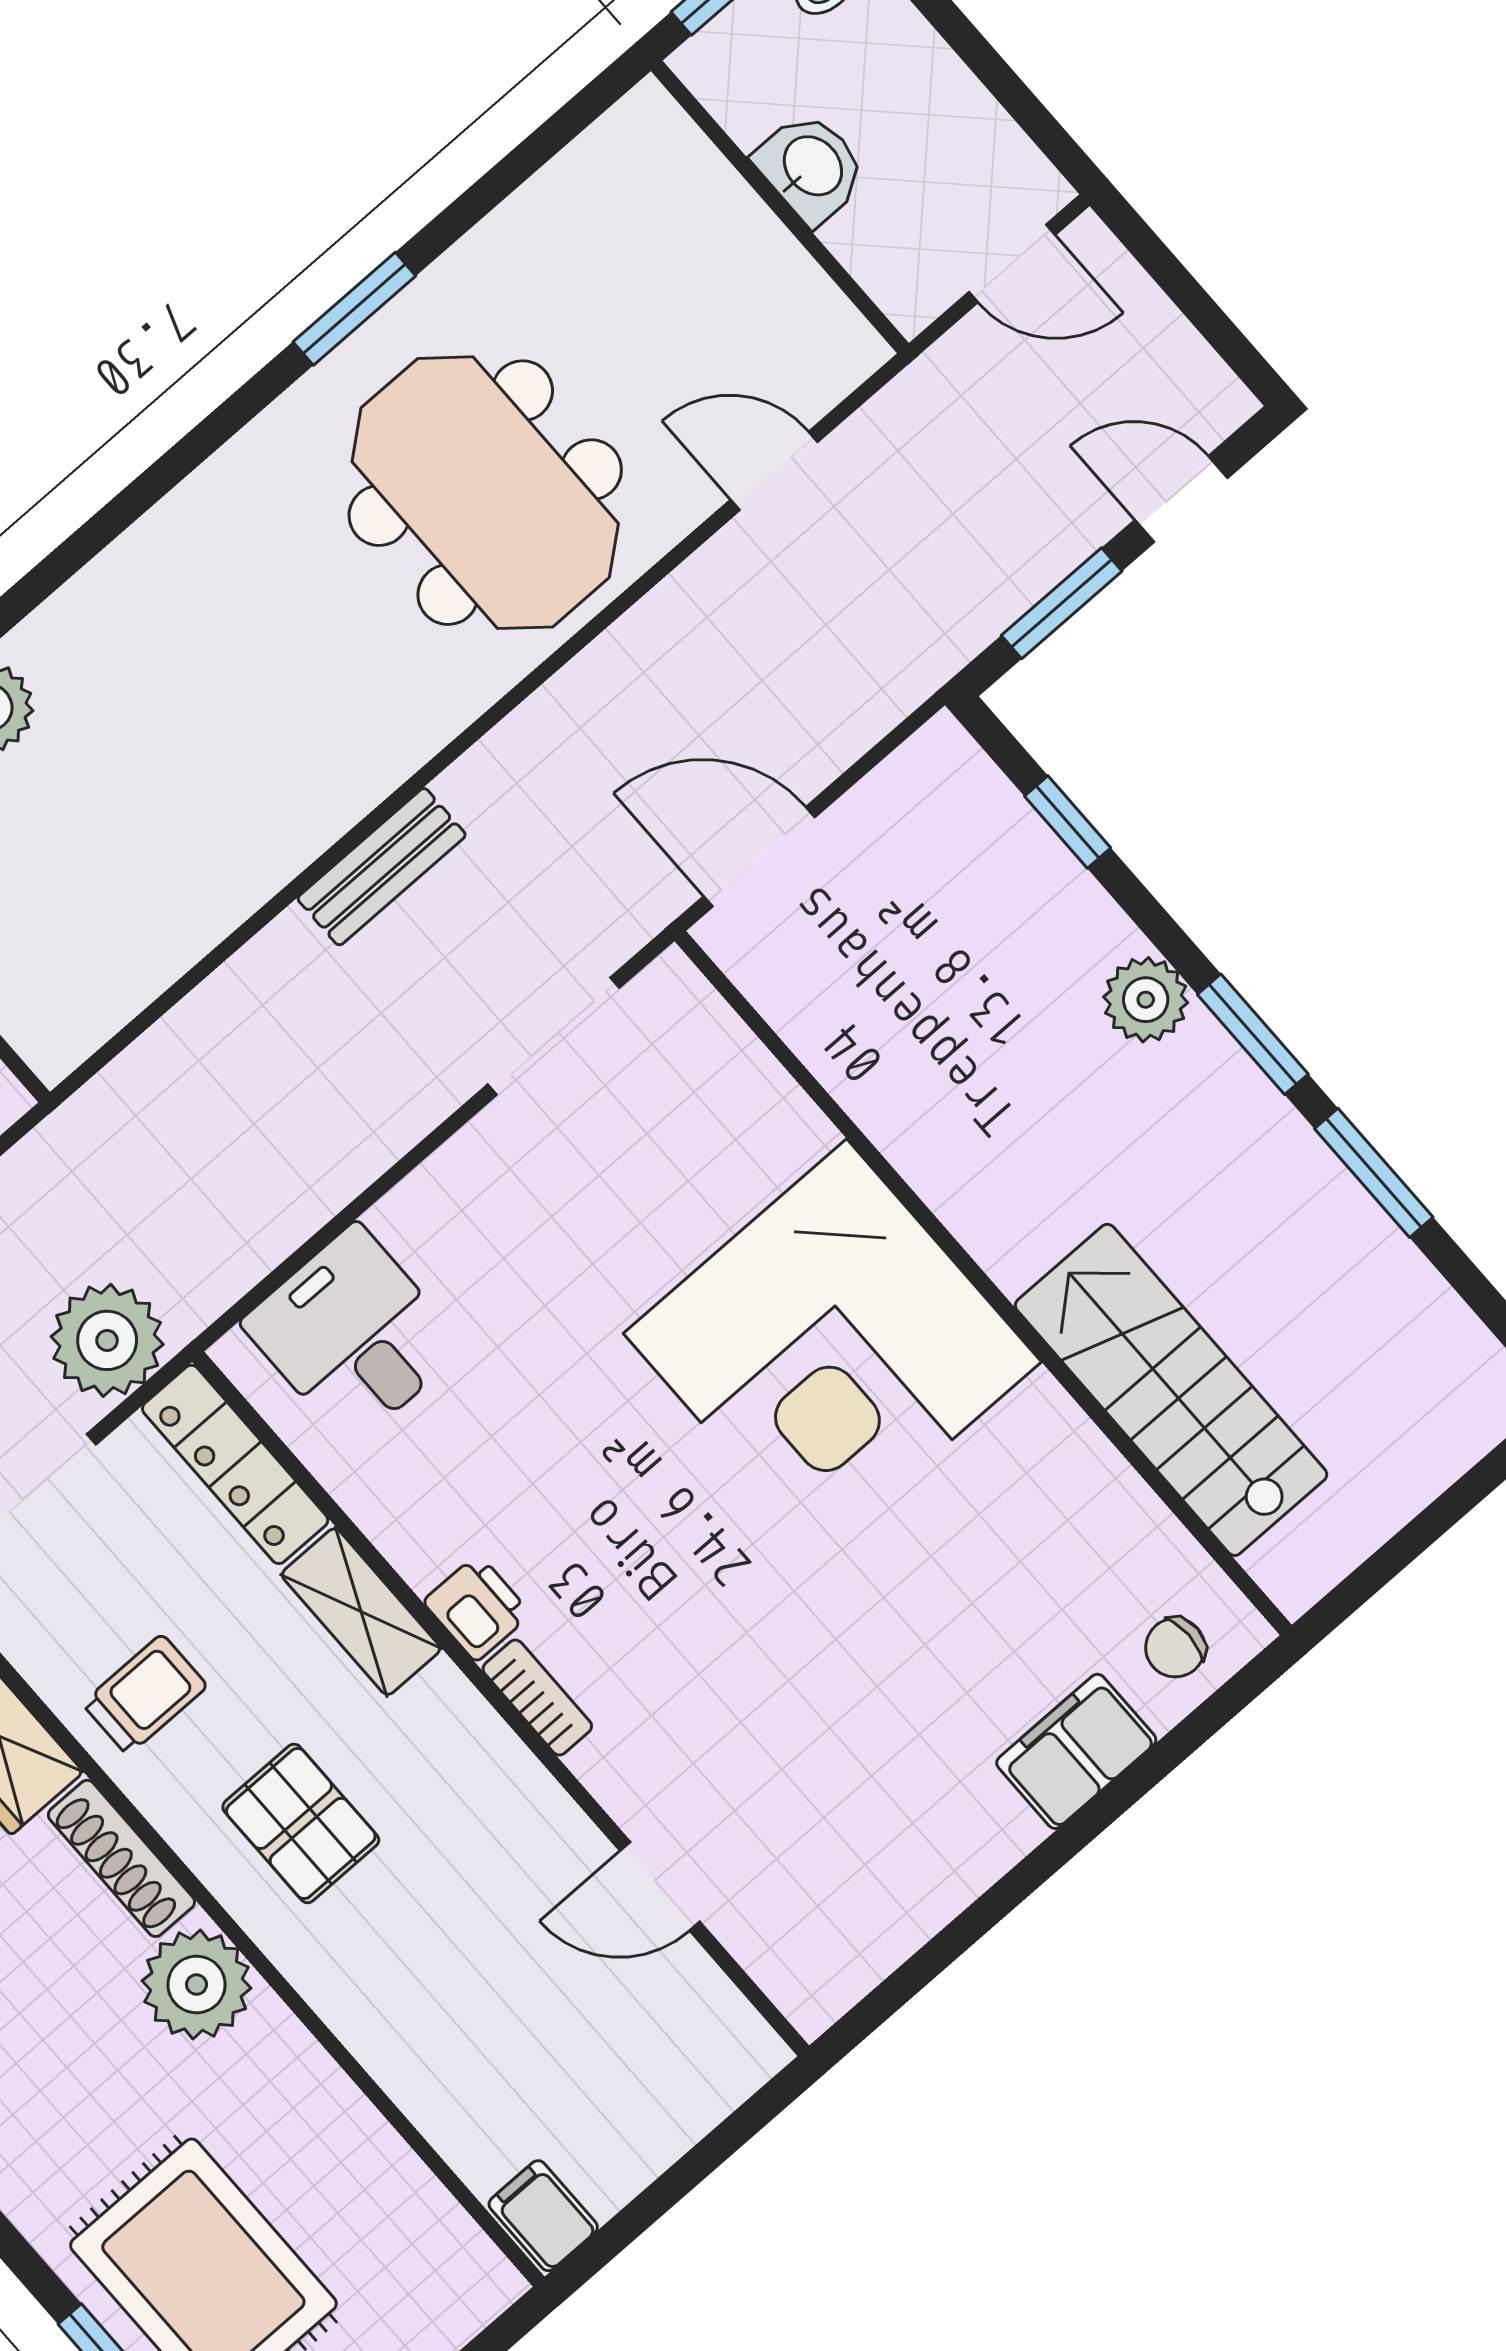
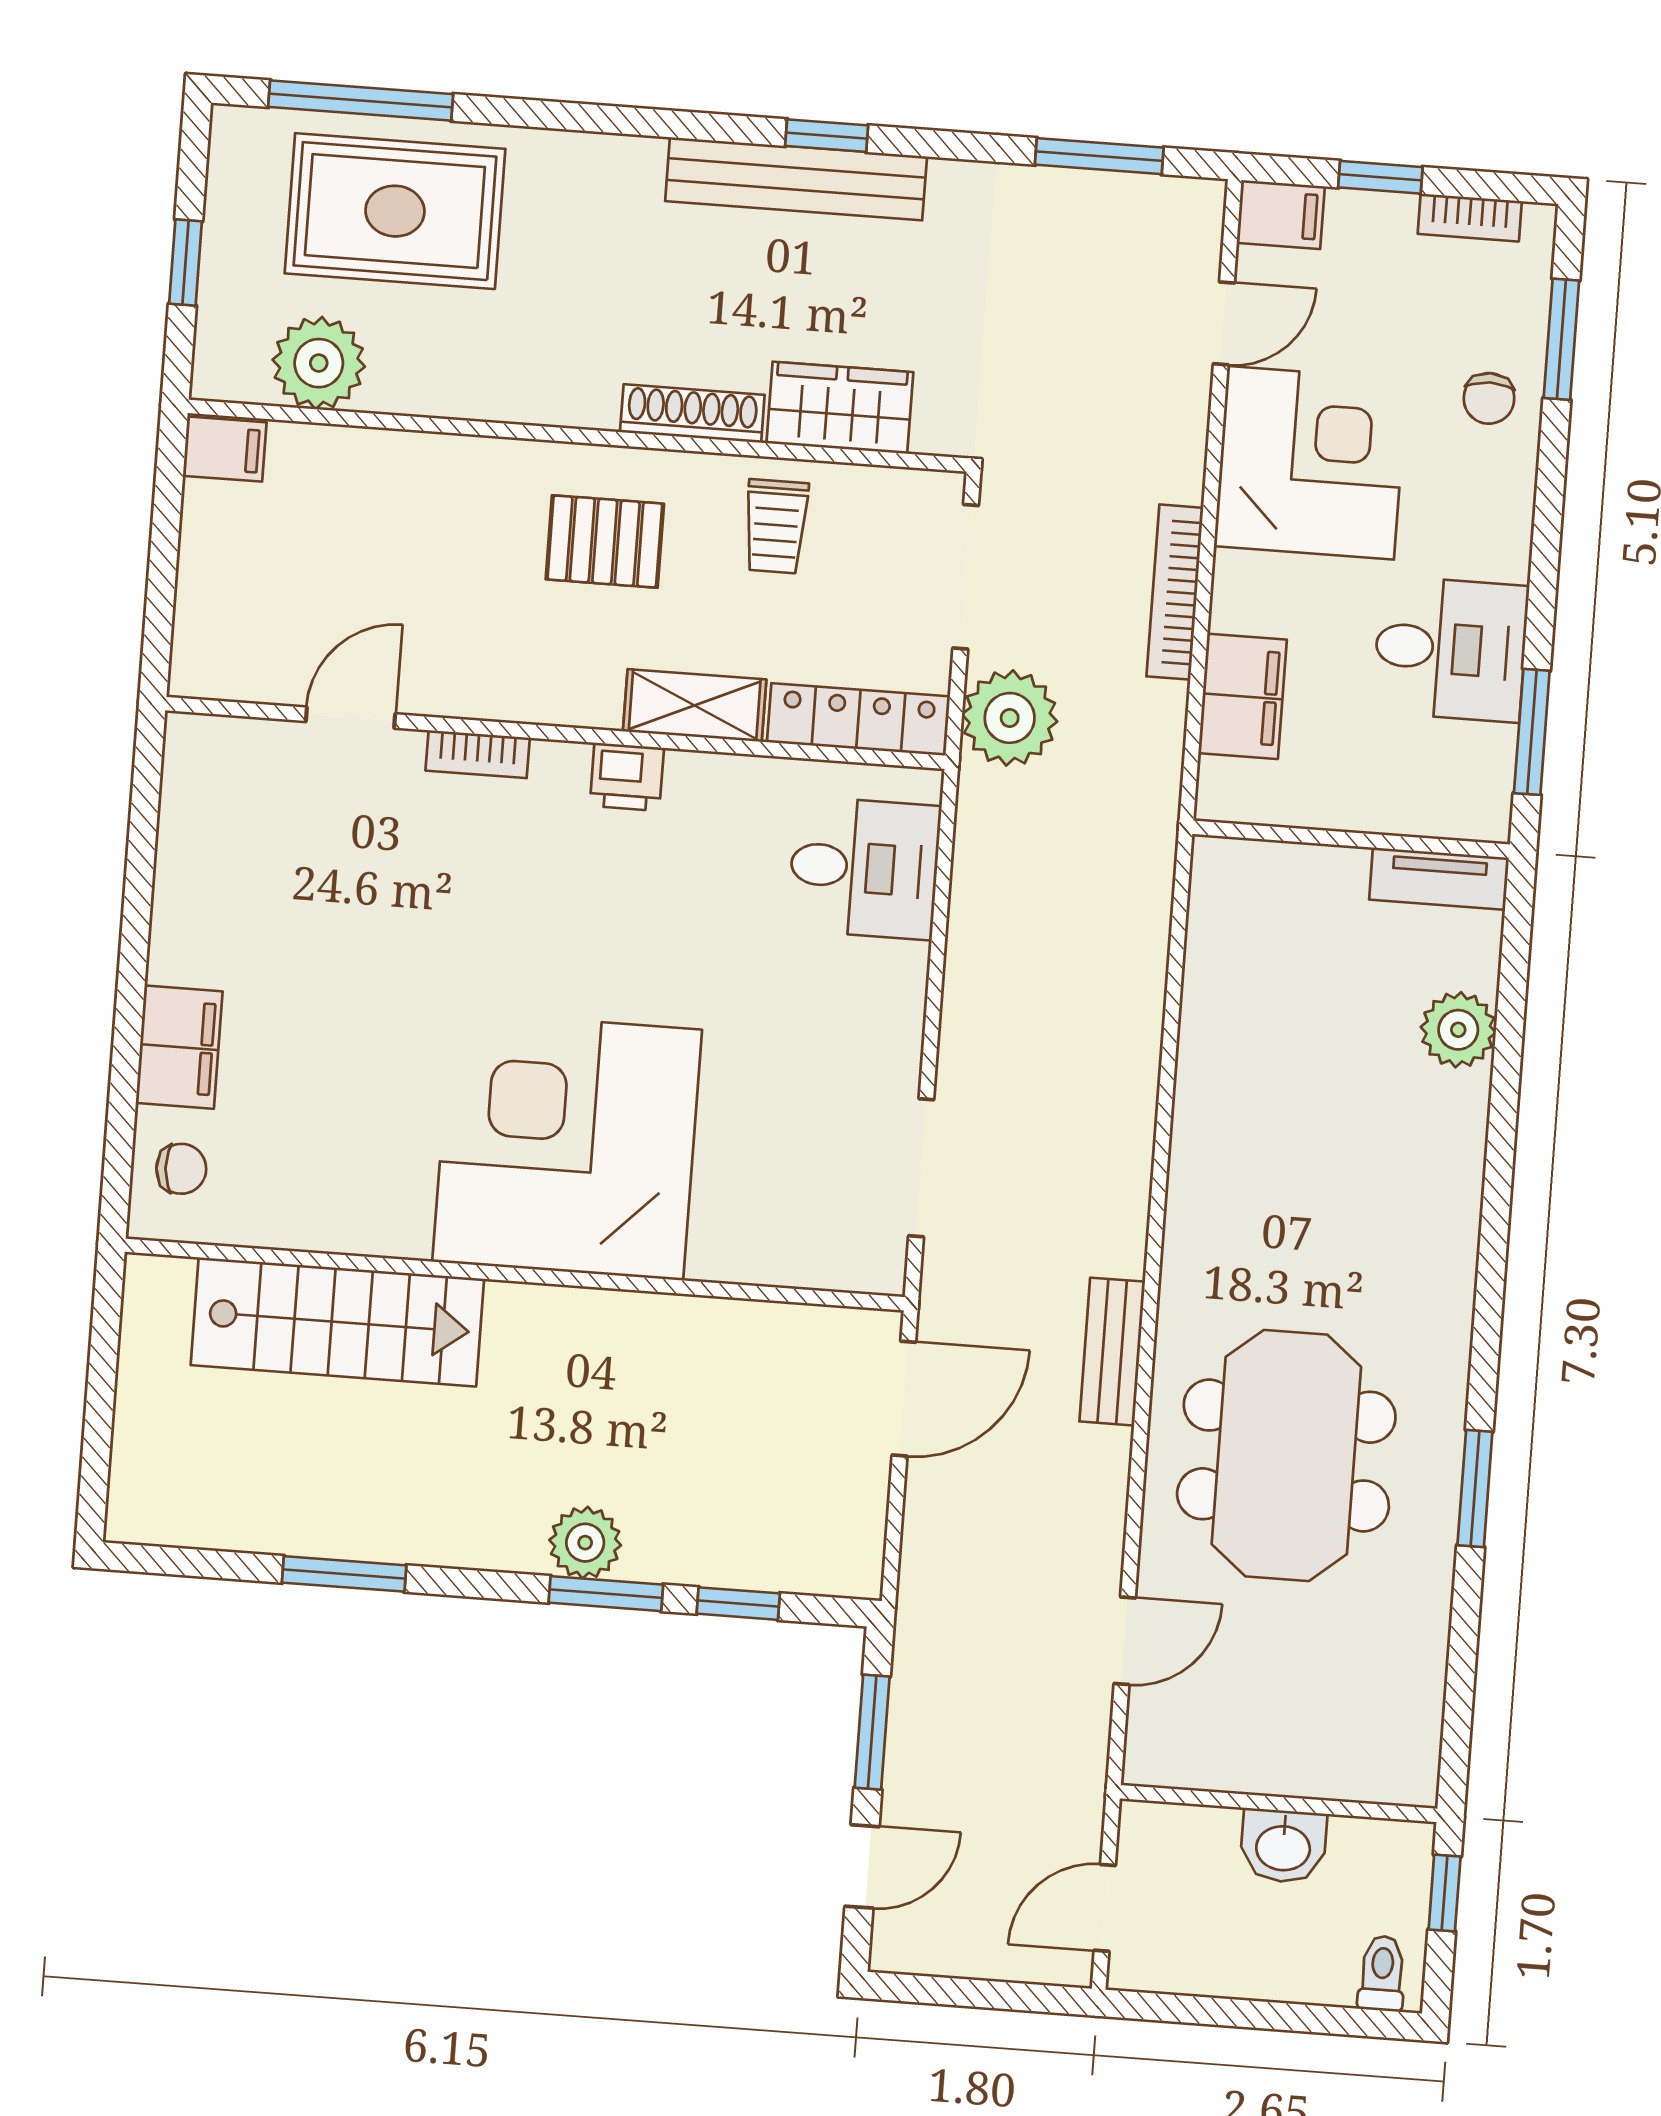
meeting table: (485, 493) -> (1286, 1455), turned 90
bench: (382, 867) -> (1112, 1352), moved
window: (1253, 1034) -> (606, 1594), moved
chair: (1175, 1648) -> (181, 1169), turned 87
bookcase: (537, 1697) -> (478, 754), moved
plant: (197, 1985) -> (319, 363), moved

